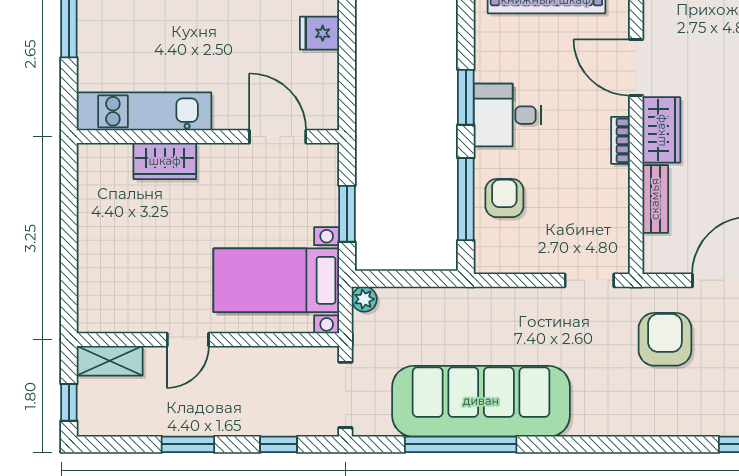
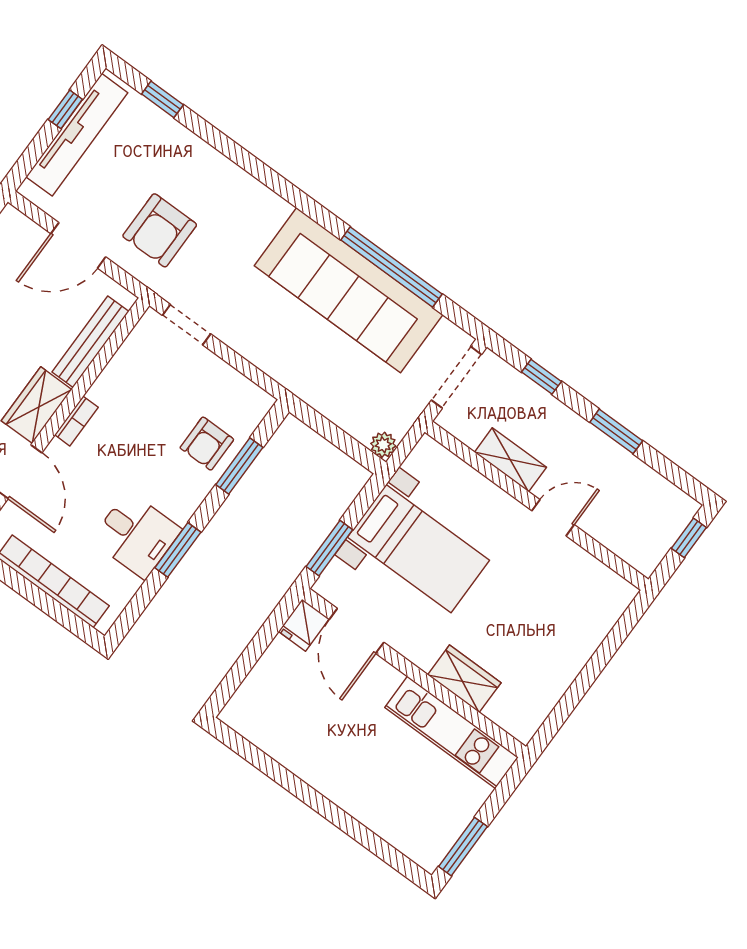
fridge: (320, 33) -> (304, 625), moved, turned 90
desk: (507, 115) -> (136, 535), moved
window: (466, 199) -> (239, 466), width x0.69
bench: (655, 199) -> (90, 342), width x1.36
window: (347, 214) -> (329, 548), moved
bed with nightstands: (276, 280) -> (419, 549), moved
shelving: (110, 361) -> (510, 460), moved

